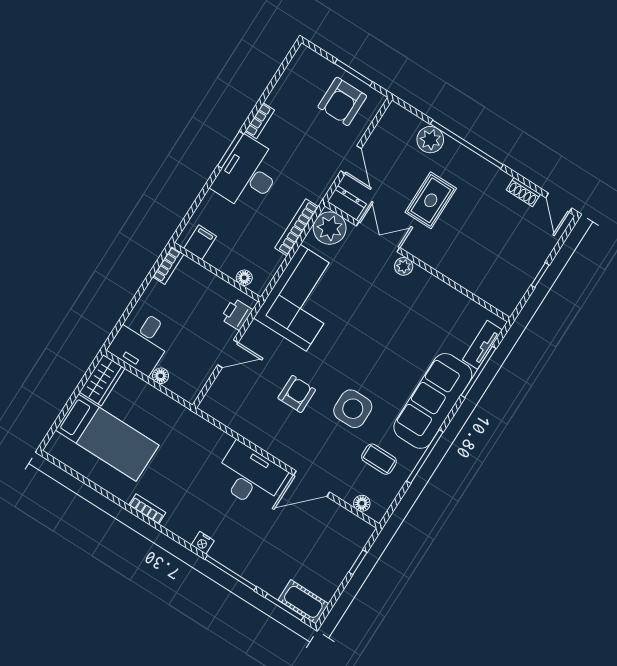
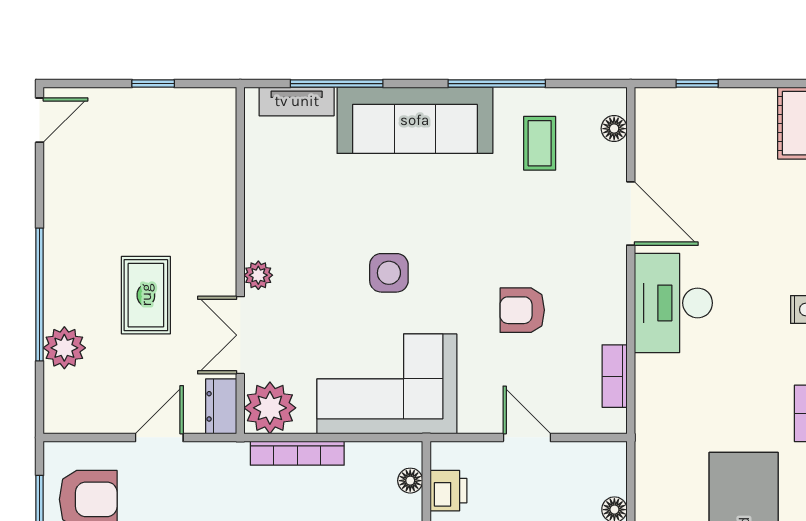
shoe rack: (523, 192) -> (55, 177), removed
rug: (431, 200) -> (146, 295), turned 90
printer: (237, 314) -> (448, 491), moved, turned -90
side table: (353, 409) -> (389, 273), moved, width x0.73, depth x0.73
bookcase: (231, 421) -> (615, 376), added

